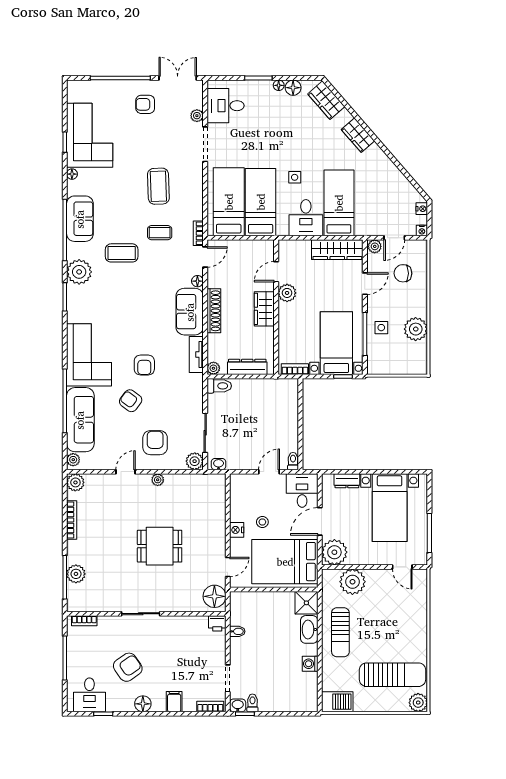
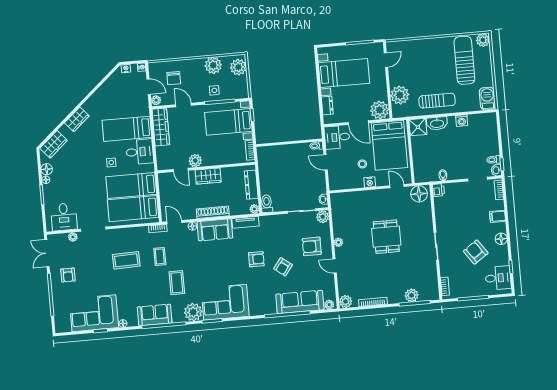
corner sofa: (89, 355) -> (225, 302), moved
plant: (410, 363) -> (238, 67), added

